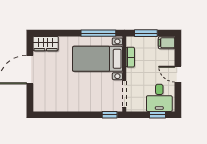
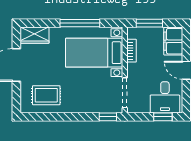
window: (98, 33) -> (80, 23), moved
filing cabinet: (167, 43) -> (173, 41), width x2.00
rug: (56, 96) -> (46, 95), added

